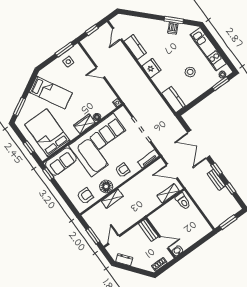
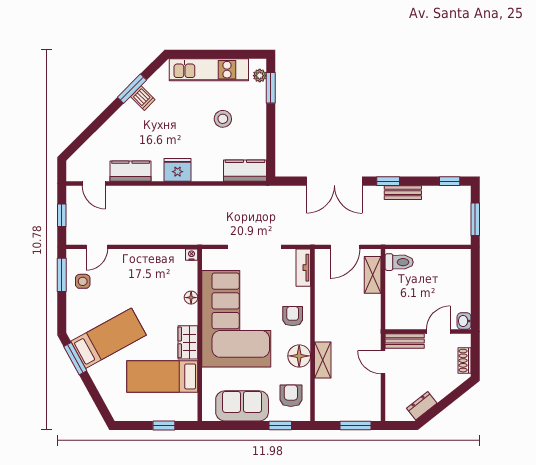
door: (100, 72) -> (97, 247), moved
window: (19, 107) -> (75, 359), moved
wardrobe: (85, 124) -> (188, 342), moved
bed: (47, 133) -> (162, 376), width x0.67
sofa: (61, 162) -> (242, 406), moved, turned -90
window: (48, 174) -> (280, 425), moved
window: (231, 188) -> (450, 181), moved
door: (114, 240) -> (383, 362), moved

